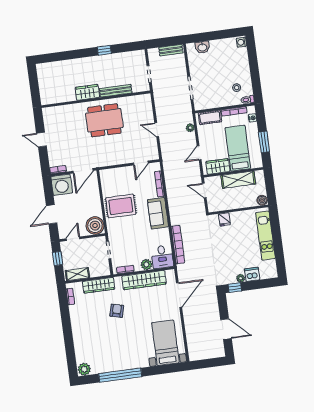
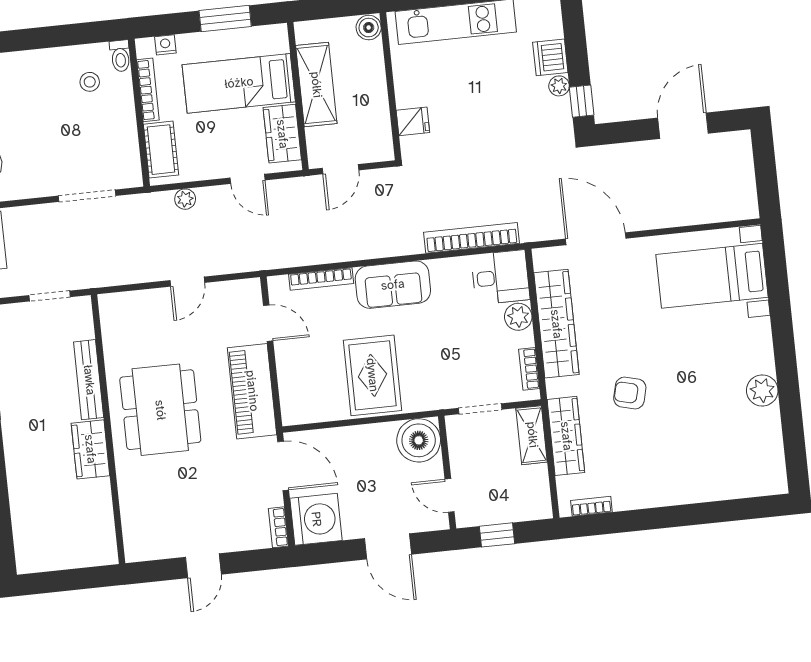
piano: (113, 157) -> (252, 391), added
shelving: (77, 274) -> (532, 435), moved
plant: (84, 369) -> (762, 390), moved
window: (120, 375) -> (789, 389), removed

